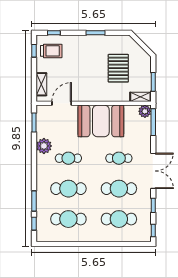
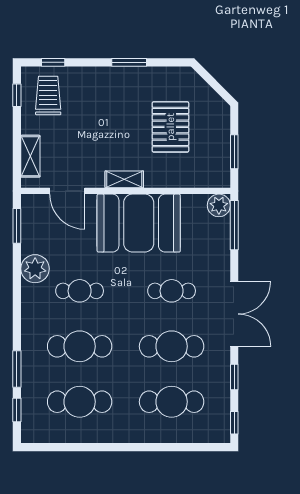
trolley: (51, 51) -> (48, 96), turned -90
shelving: (140, 97) -> (124, 179), moved
door: (62, 103) -> (67, 191), swing flipped

